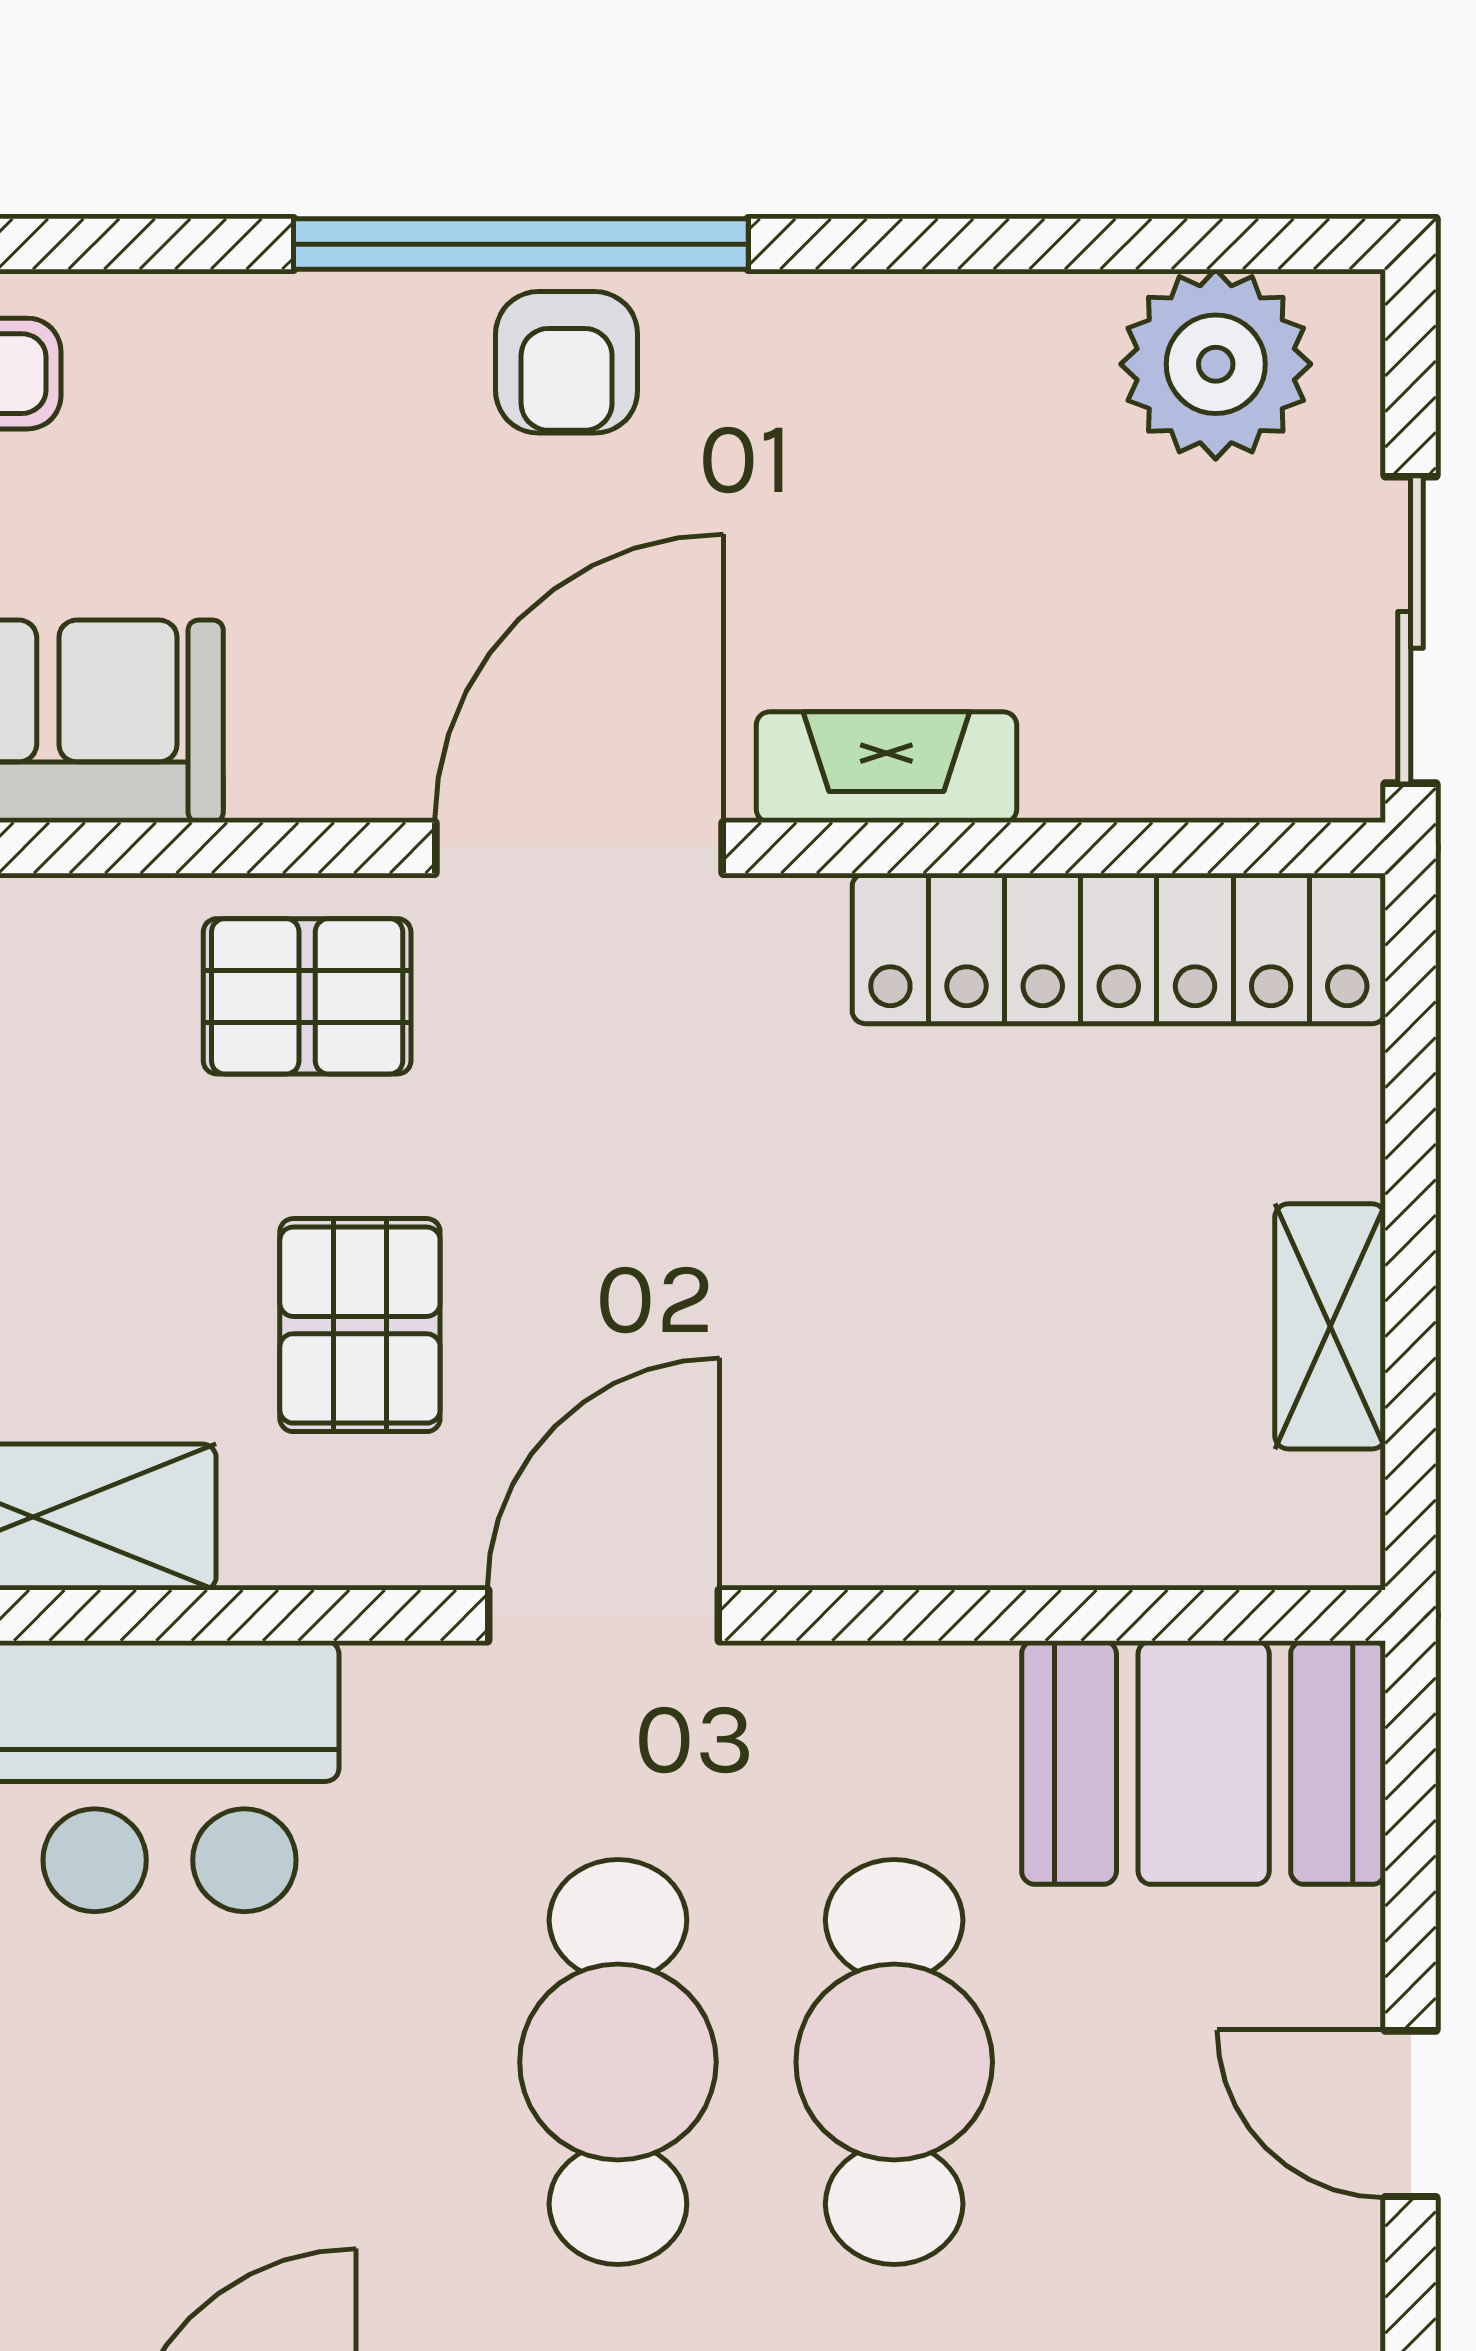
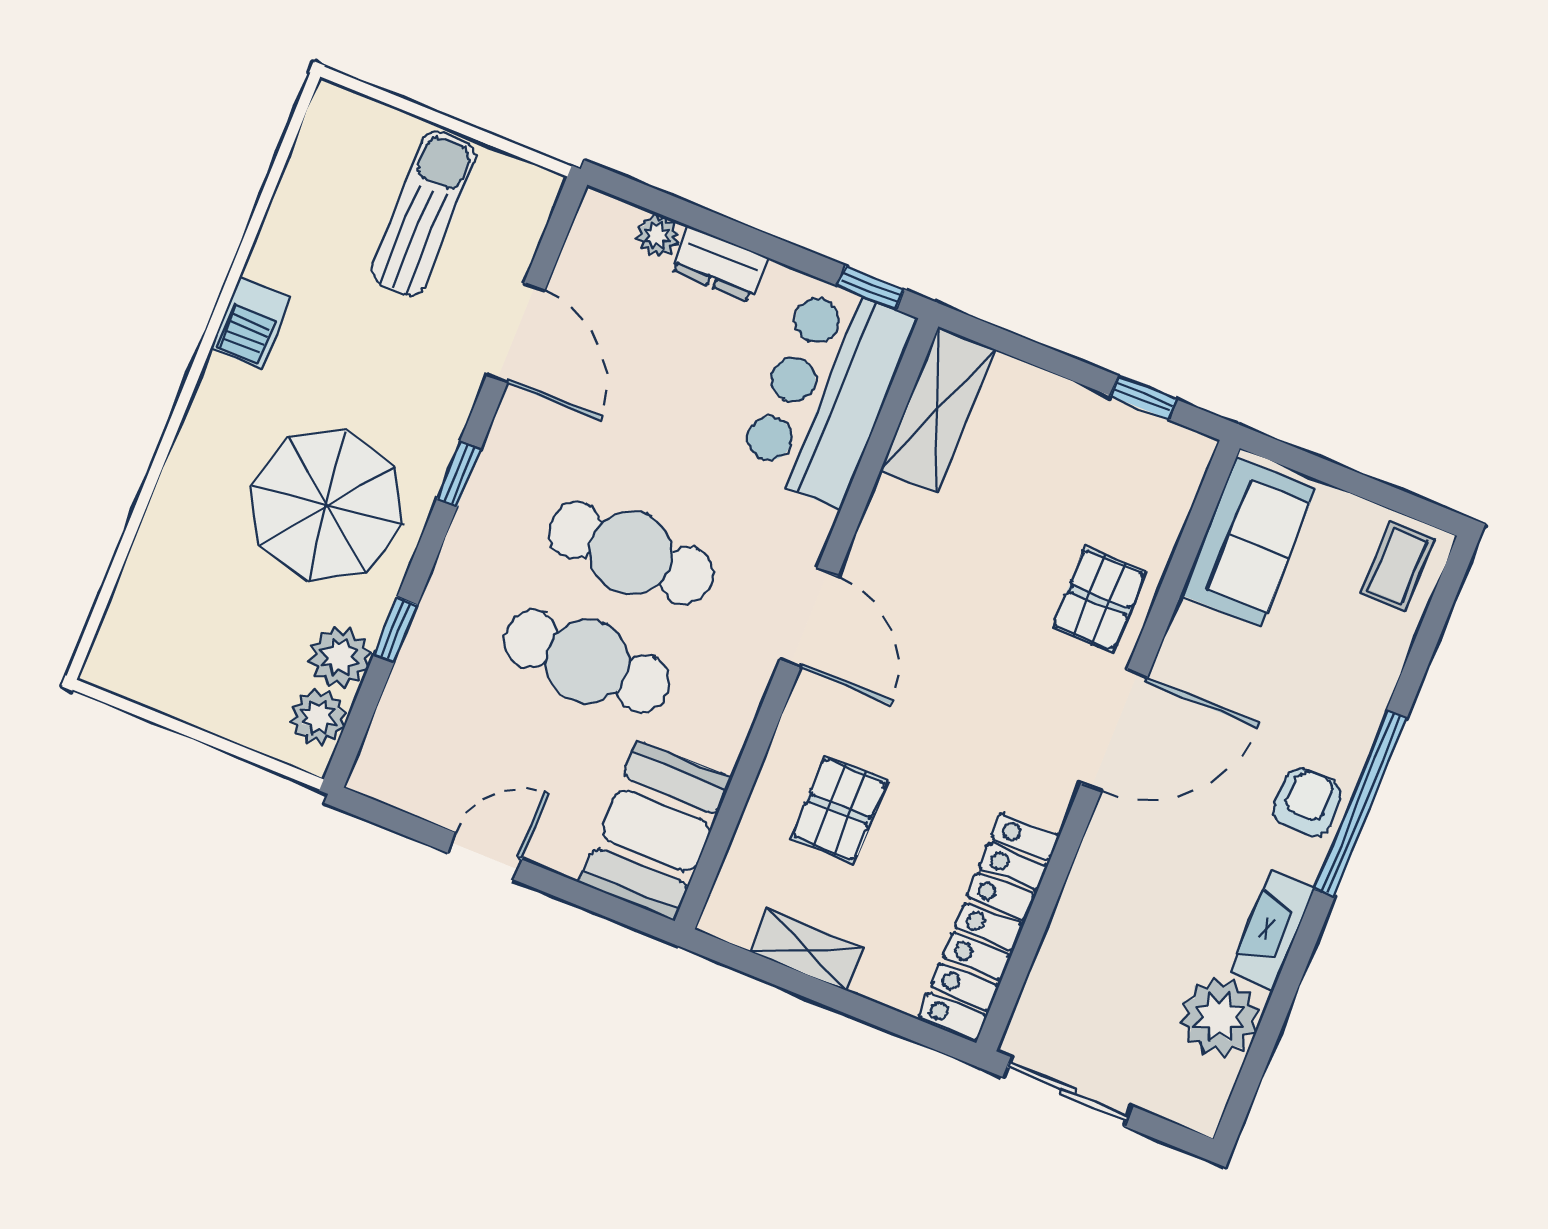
armchair: (567, 362) -> (1307, 803), turned 90
plant: (1216, 364) -> (1219, 1017), moved
fireplace: (886, 767) -> (1272, 931), moved, turned 180
door: (579, 848) -> (1114, 730), hinge flipped
pallet: (360, 1325) -> (839, 810), moved, turned 90

